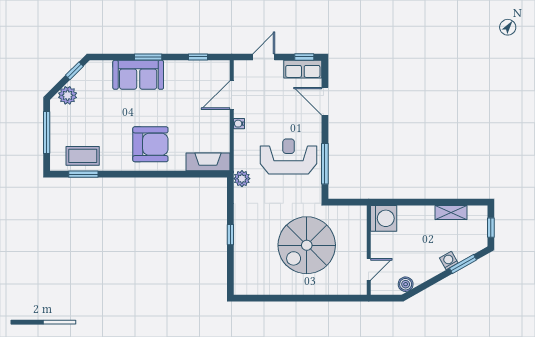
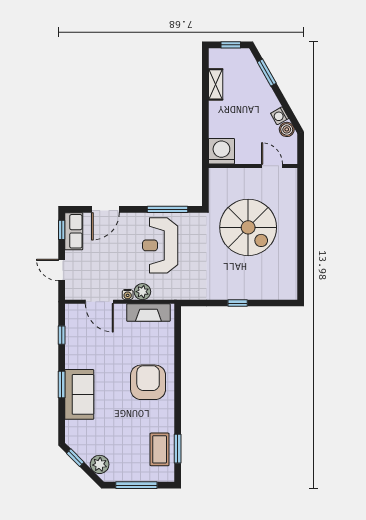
fireplace: (208, 162) -> (148, 313), moved, turned -90
plant: (242, 179) -> (142, 292), moved
washing machine: (449, 260) -> (280, 116), moved

